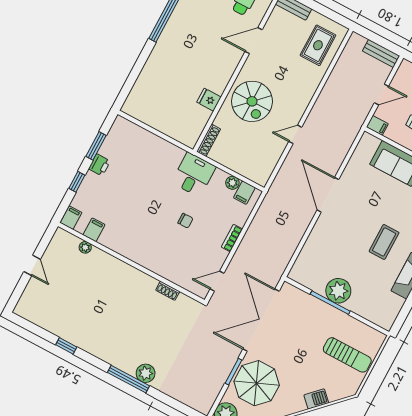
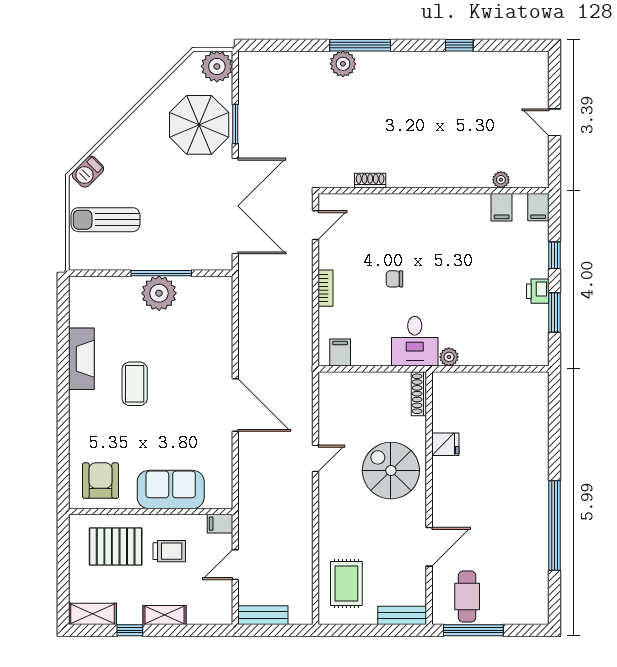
plant: (232, 183) -> (449, 357), moved
barbecue: (316, 399) -> (88, 172), moved

